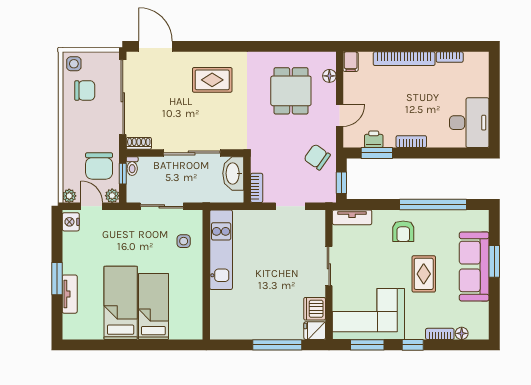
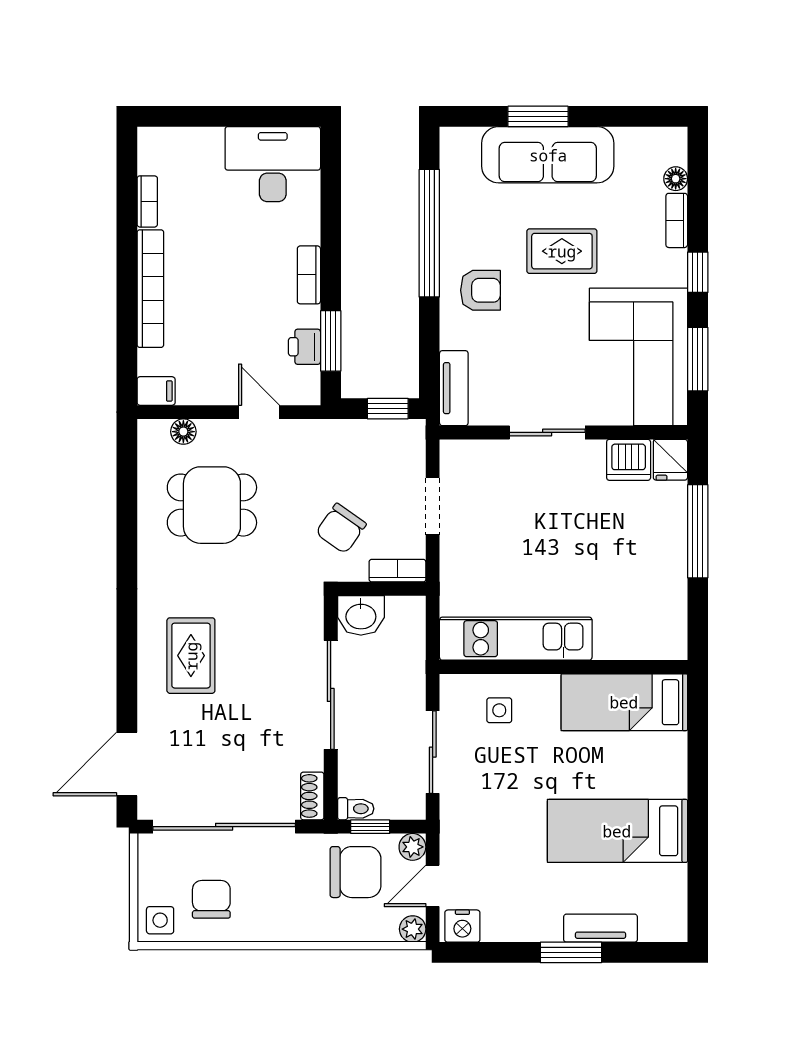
chair: (317, 157) -> (341, 528), moved
washbasin: (233, 173) -> (361, 615), width x0.72
bed: (153, 307) -> (624, 702), moved

